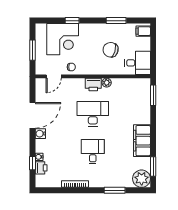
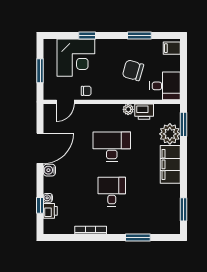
printer: (93, 85) -> (144, 112), moved
filing cabinet: (142, 141) -> (170, 164), moved
plant: (142, 179) -> (170, 134), moved

